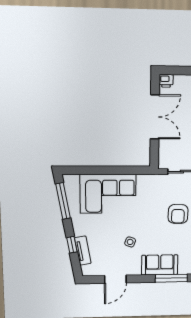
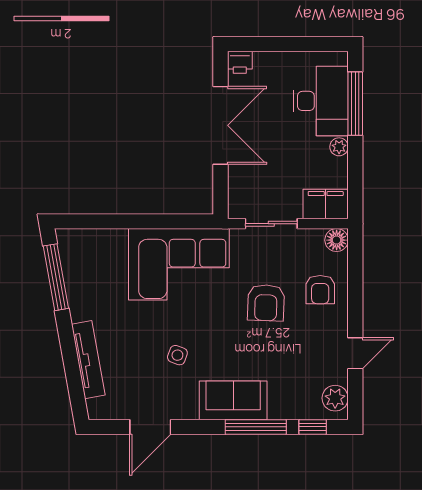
corner sofa: (108, 194) -> (179, 264), moved
window: (72, 245) -> (70, 359), removed
tv unit: (83, 251) -> (88, 360), width x1.41

